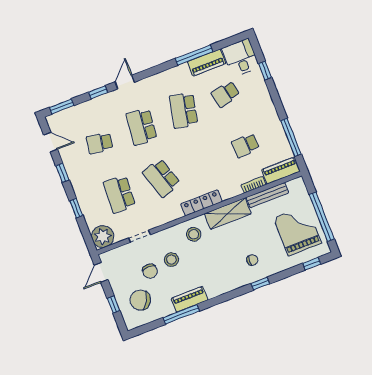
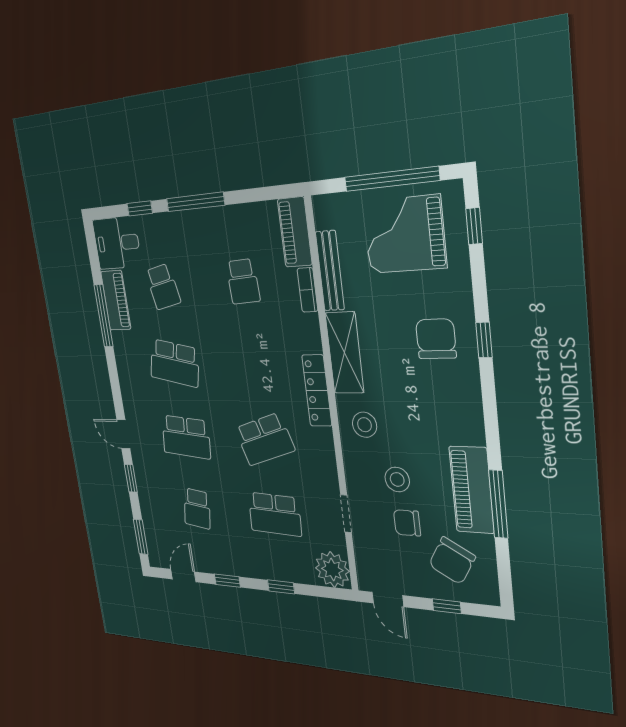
window: (291, 137) -> (195, 202), moved
chair: (252, 260) -> (436, 339), width x1.87, depth x1.87
chair: (150, 271) -> (407, 523), turned 180
piano: (190, 299) -> (472, 490), width x1.37, depth x1.33

